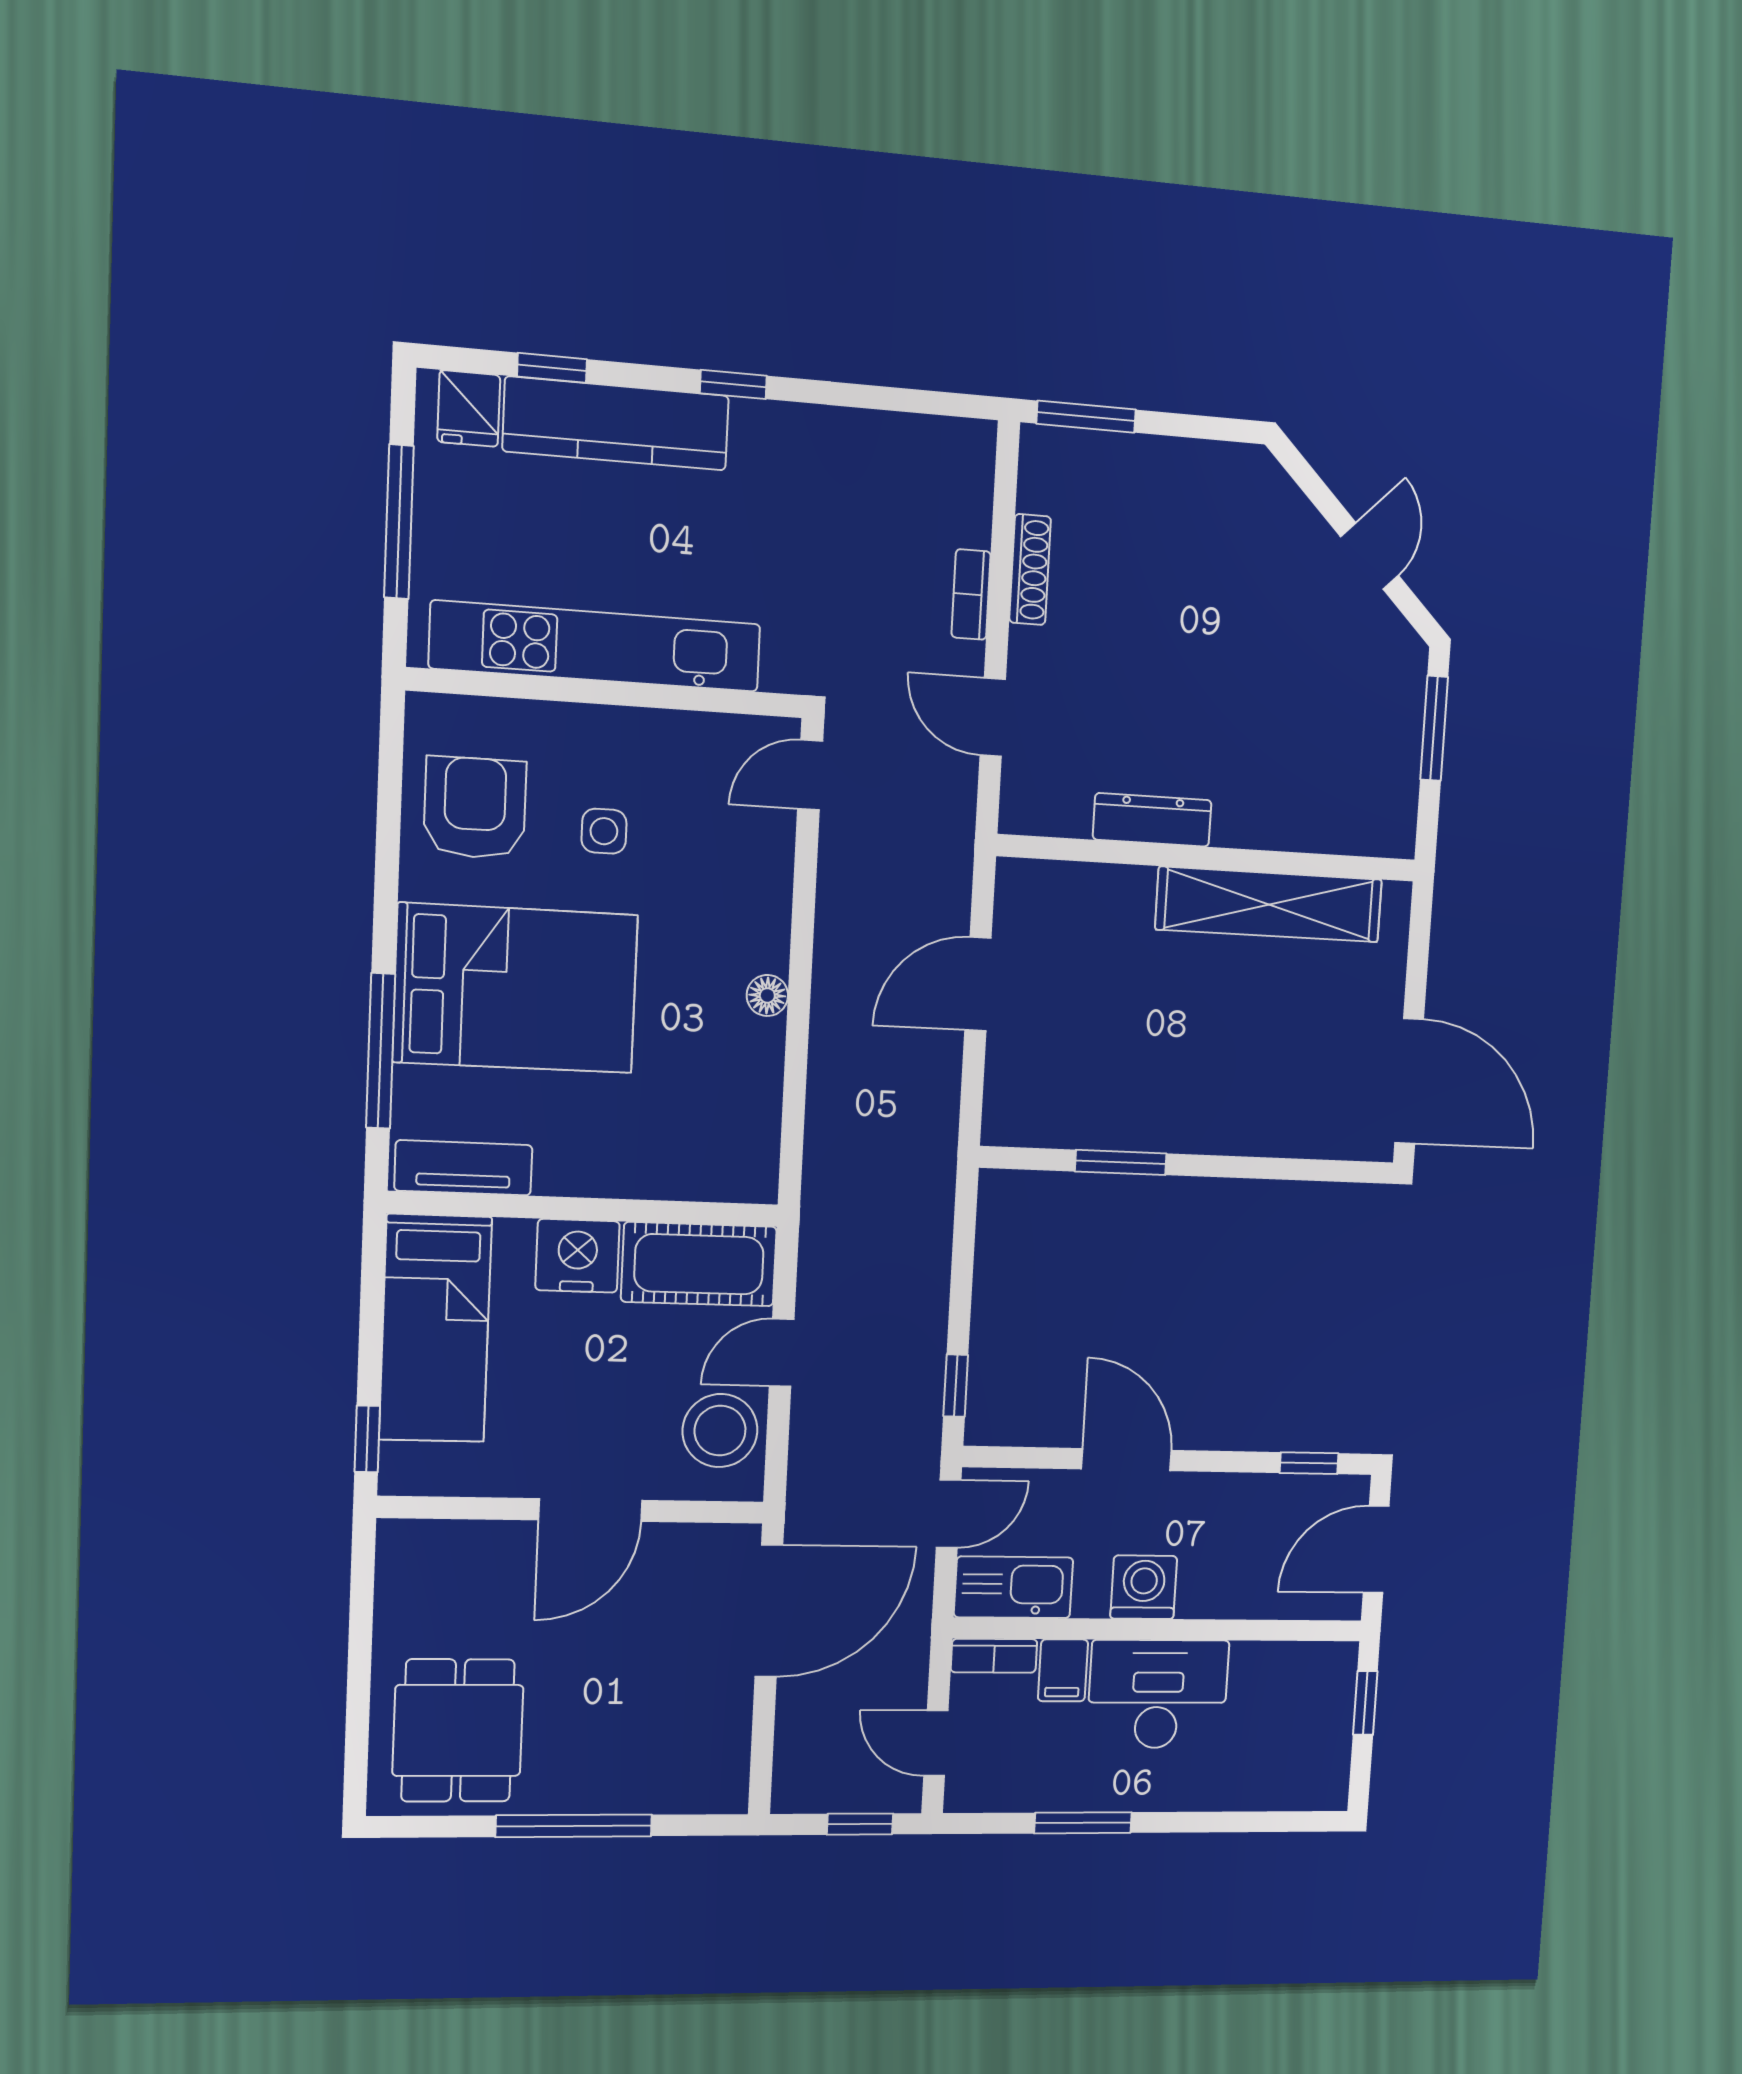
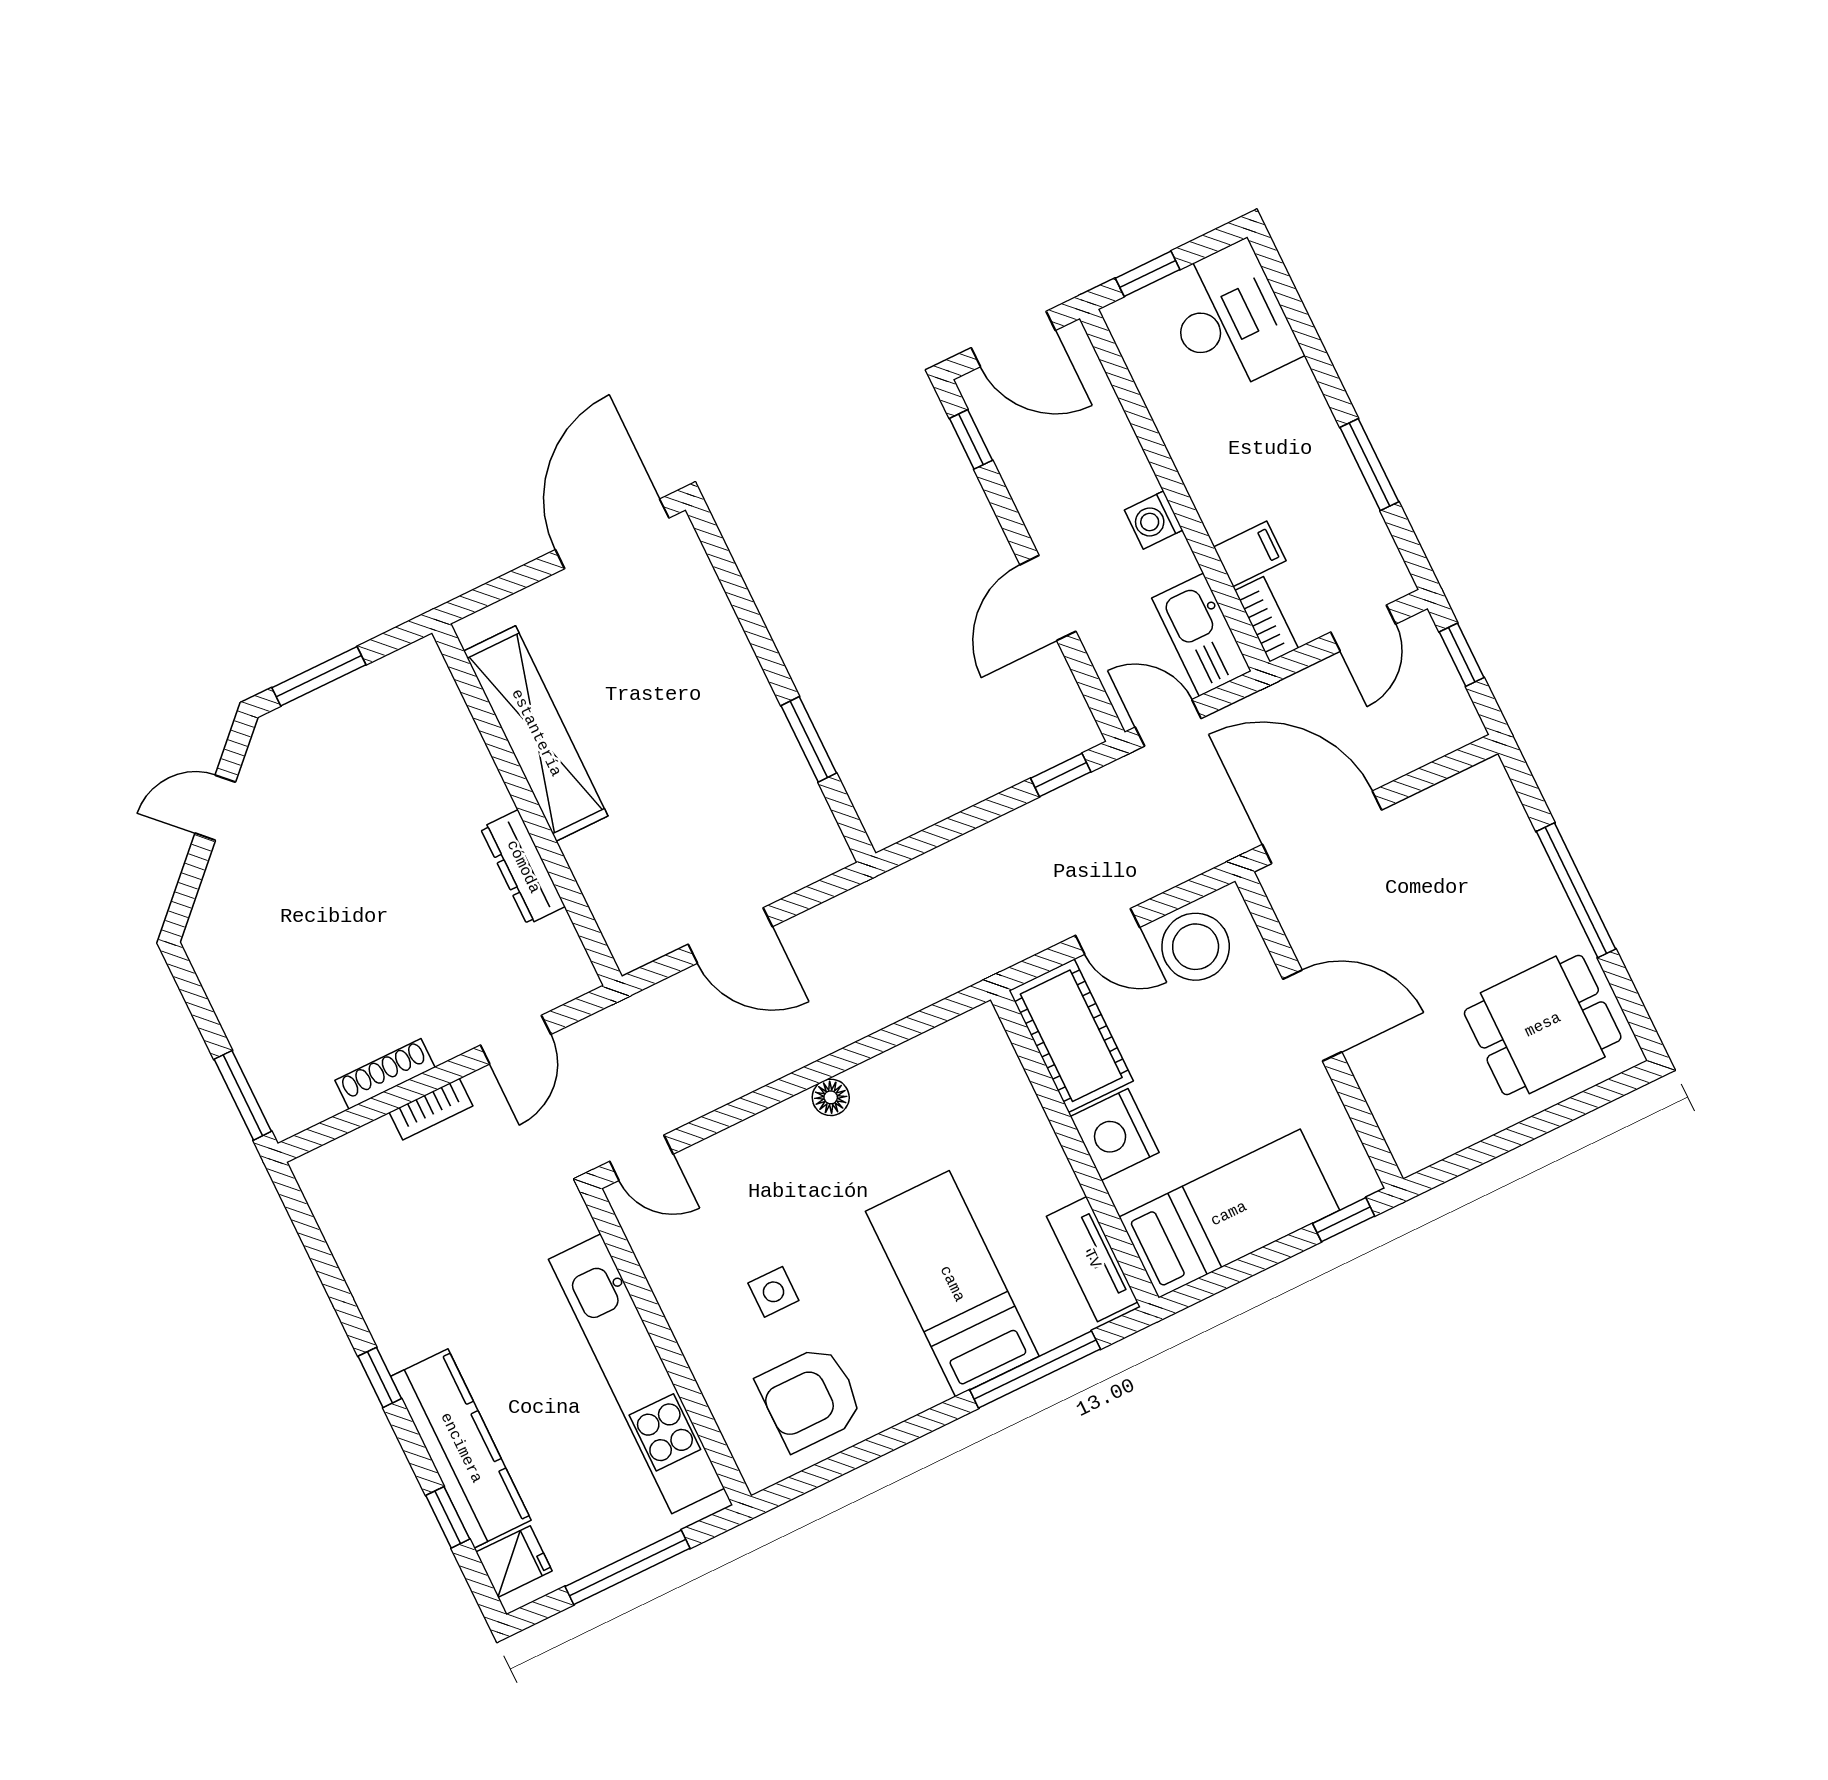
bed: (516, 988) -> (952, 1284), width x0.67
washing machine: (1144, 1587) -> (1154, 520), width x0.73, depth x0.73
desk: (1158, 1694) -> (1230, 319), moved, turned 180

